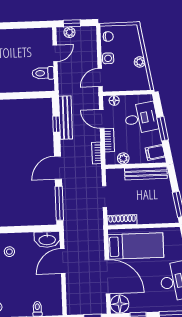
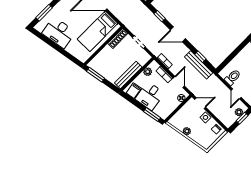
door: (100, 78) -> (200, 103), hinge flipped
desk: (141, 118) -> (150, 96), moved
door: (102, 119) -> (179, 82), hinge flipped
window: (163, 129) -> (152, 115), moved
door: (58, 168) -> (178, 34), swing flipped
window: (59, 203) -> (160, 16), width x0.46

